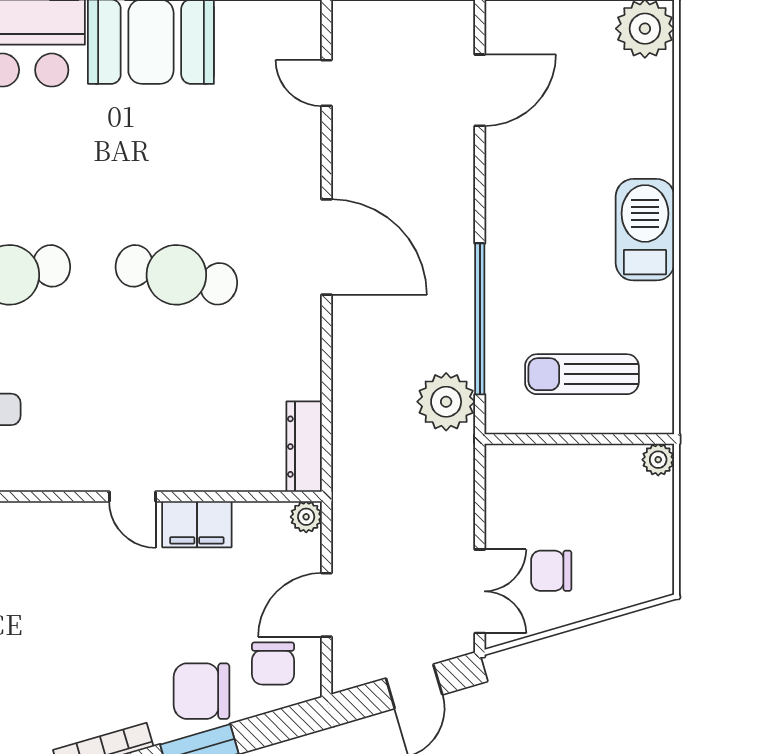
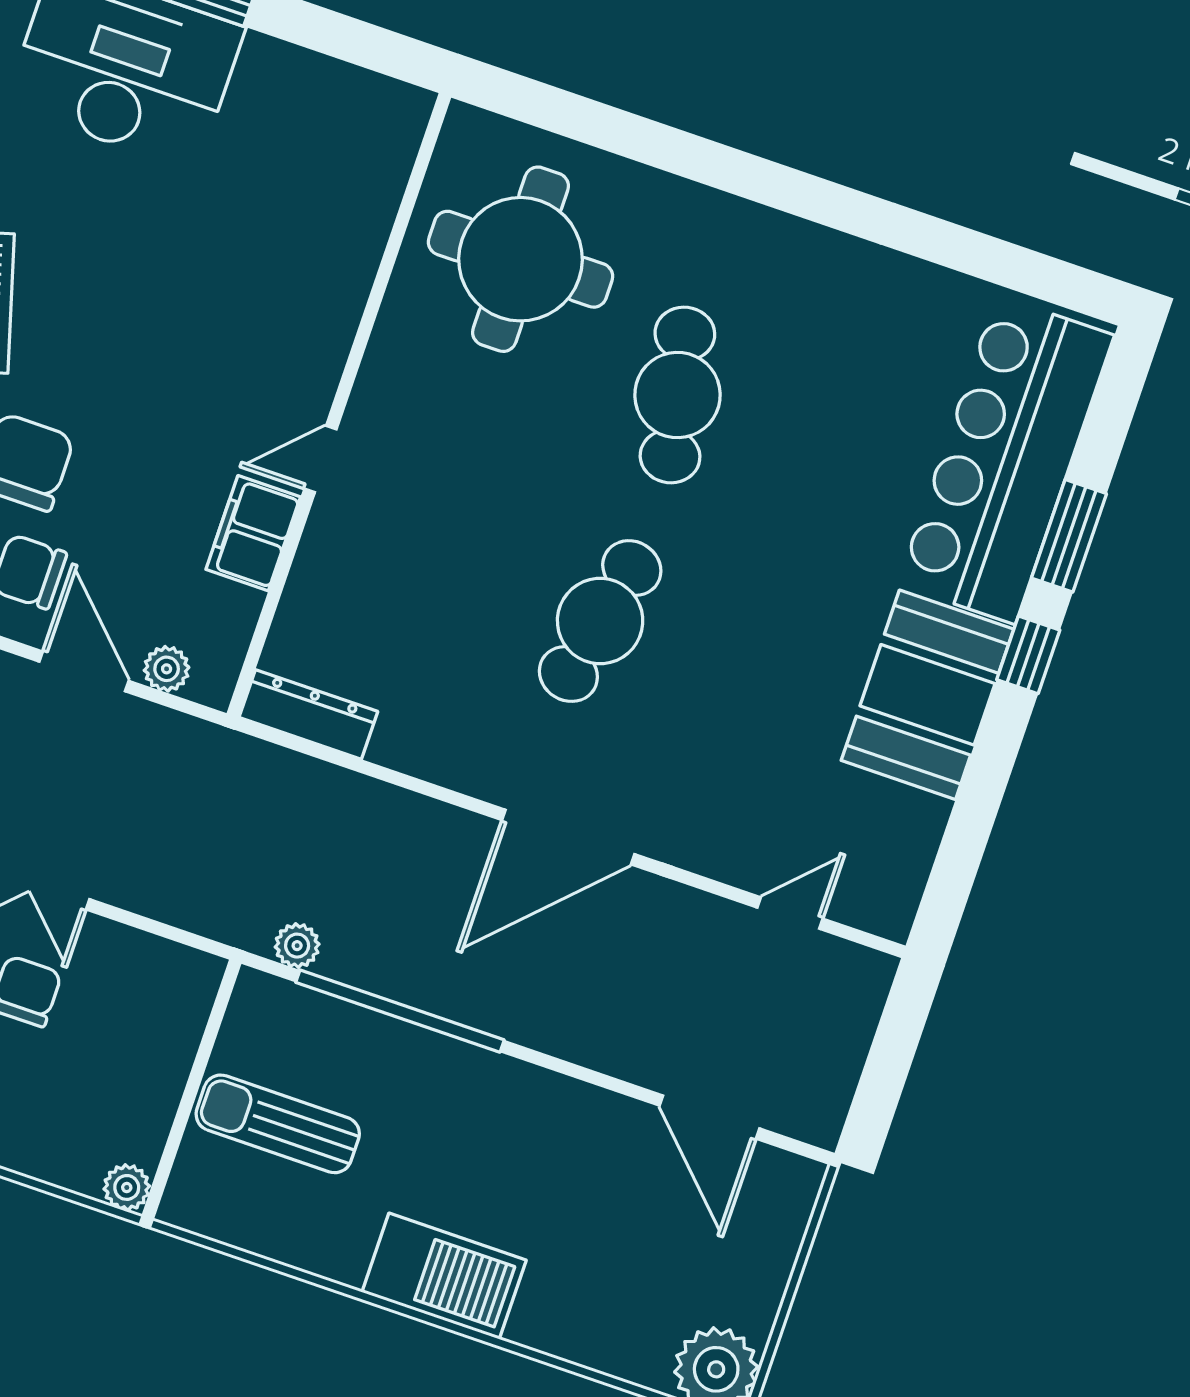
sun lounger: (582, 374) -> (278, 1124), turned -90
plant: (446, 402) -> (297, 946), width x0.53, depth x0.53
plant: (306, 517) -> (167, 669), moved

